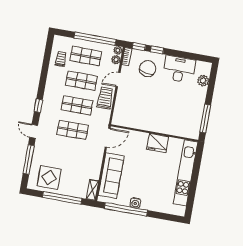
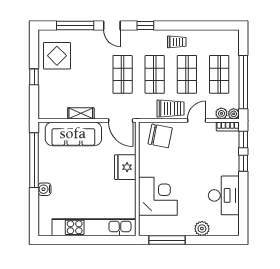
trolley: (61, 59) -> (177, 42), moved
chair: (148, 69) -> (160, 136), moved
door: (118, 80) -> (197, 121), hinge flipped
plant: (203, 81) -> (202, 229), moved
corner desk: (171, 120) -> (158, 196), added
door: (34, 131) -> (112, 25), swing flipped
fridge: (158, 143) -> (125, 167), moved
shelving: (92, 190) -> (81, 113), moved
window: (62, 198) -> (34, 77), width x0.32
water cooler: (135, 203) -> (45, 189), moved

